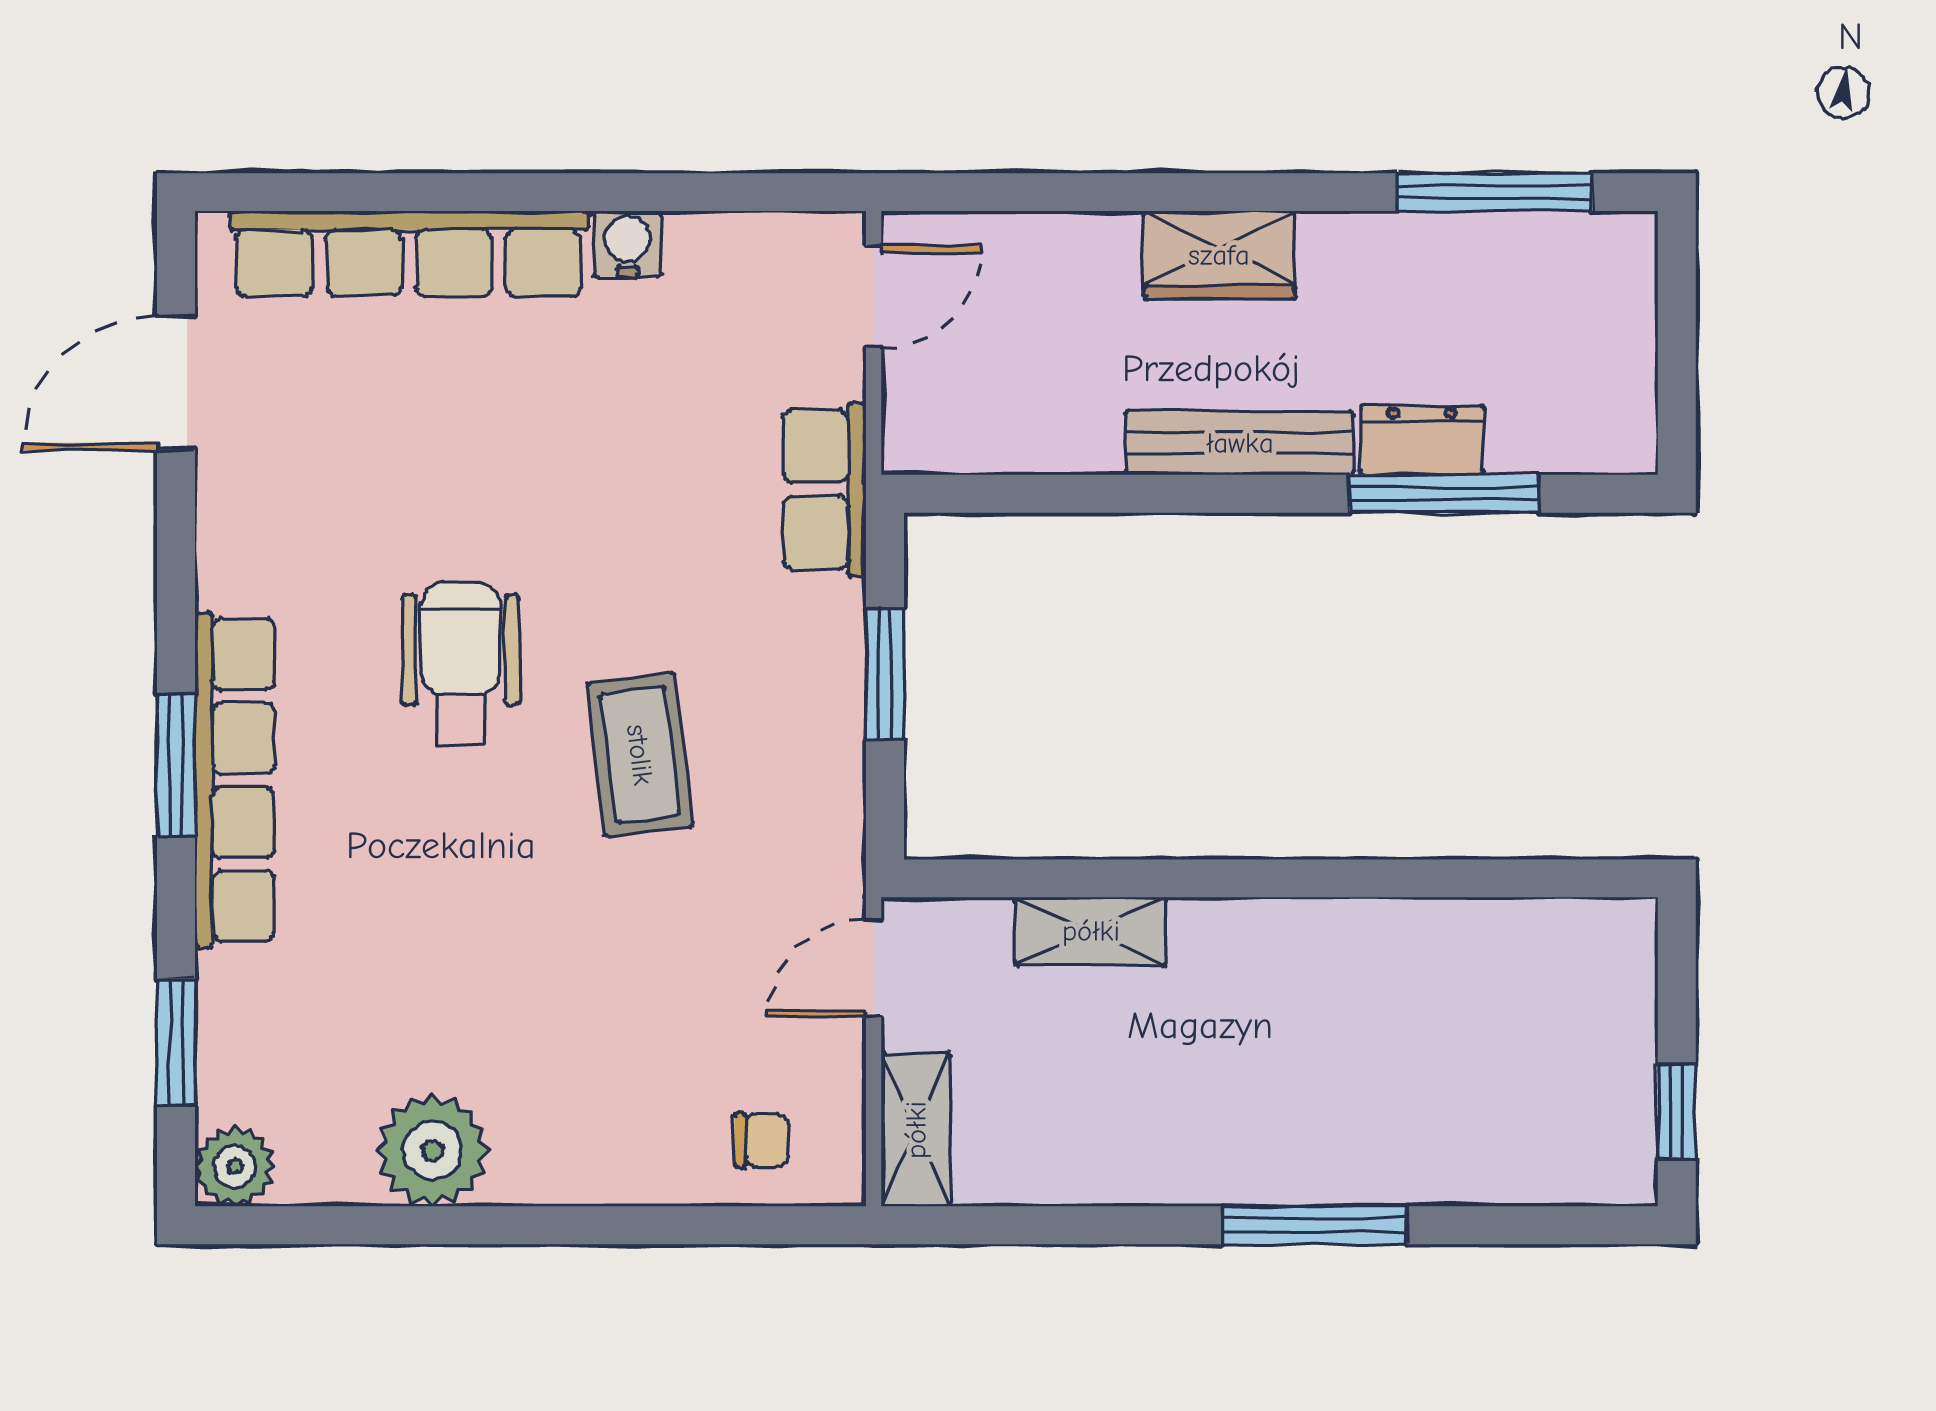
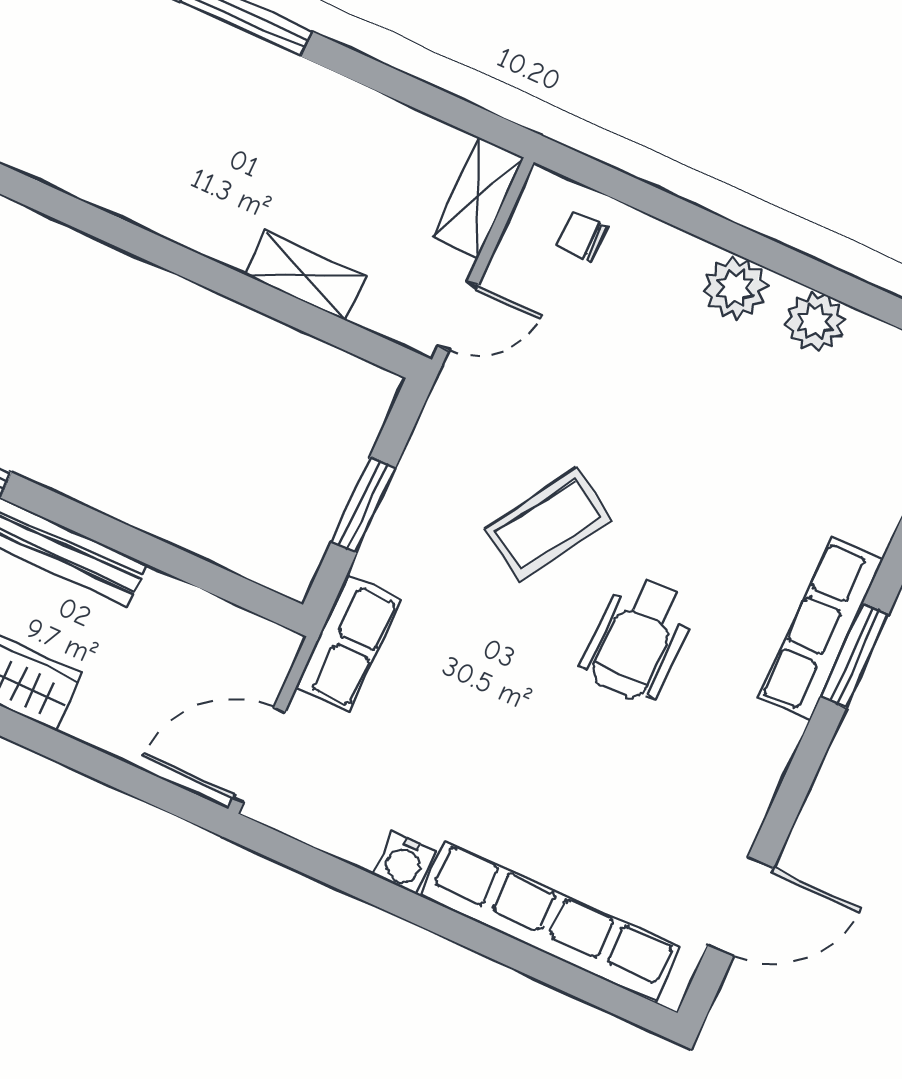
door: (874, 297) -> (259, 755), width x1.38
coffee table: (640, 755) -> (548, 525), turned 39
row of seats: (235, 780) -> (821, 628), width x0.73
plant: (433, 1150) -> (815, 322), width x0.73, depth x0.73
plant: (539, 1162) -> (735, 288), added

